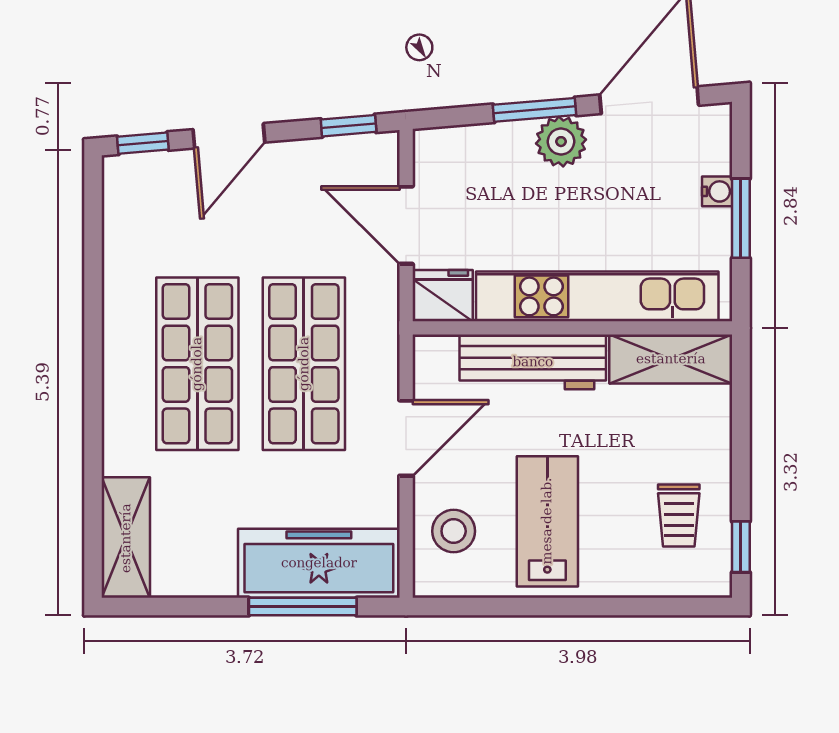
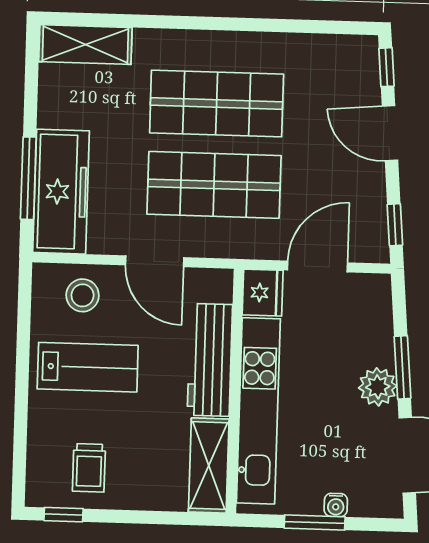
trolley: (679, 516) -> (89, 468), turned -90

